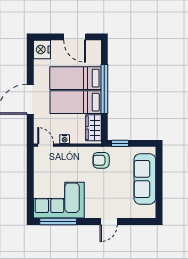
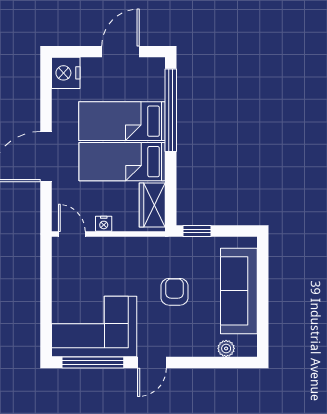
door: (75, 37) -> (120, 52), swing flipped
window: (104, 89) -> (171, 110), moved
armchair: (101, 160) -> (175, 292), moved, turned 90
plant: (137, 213) -> (226, 348), added
door: (109, 221) -> (152, 363), moved

